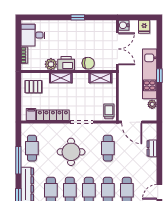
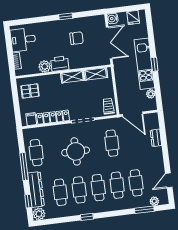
chair: (88, 63) -> (77, 38), moved
shelving: (61, 78) -> (72, 77), moved

